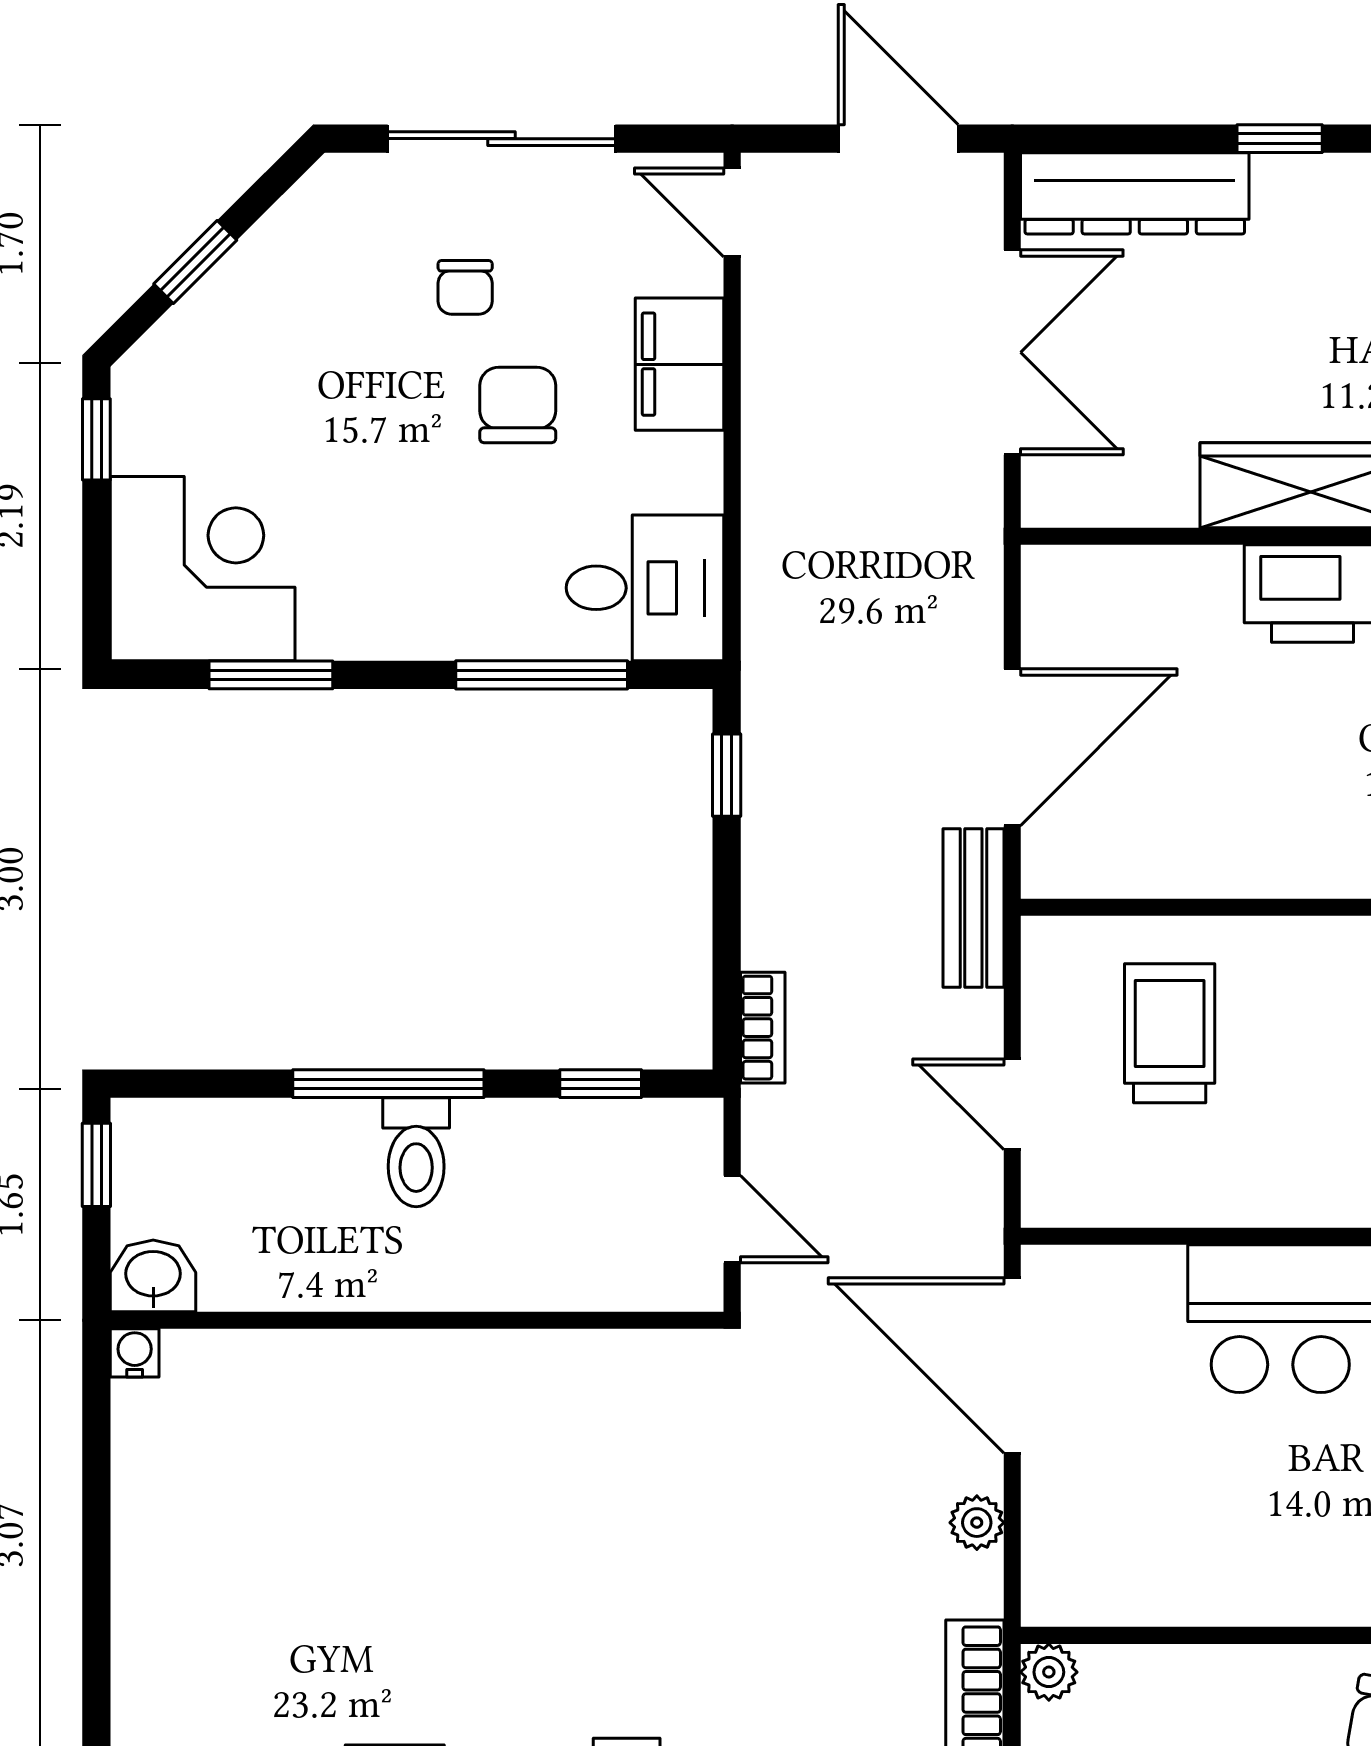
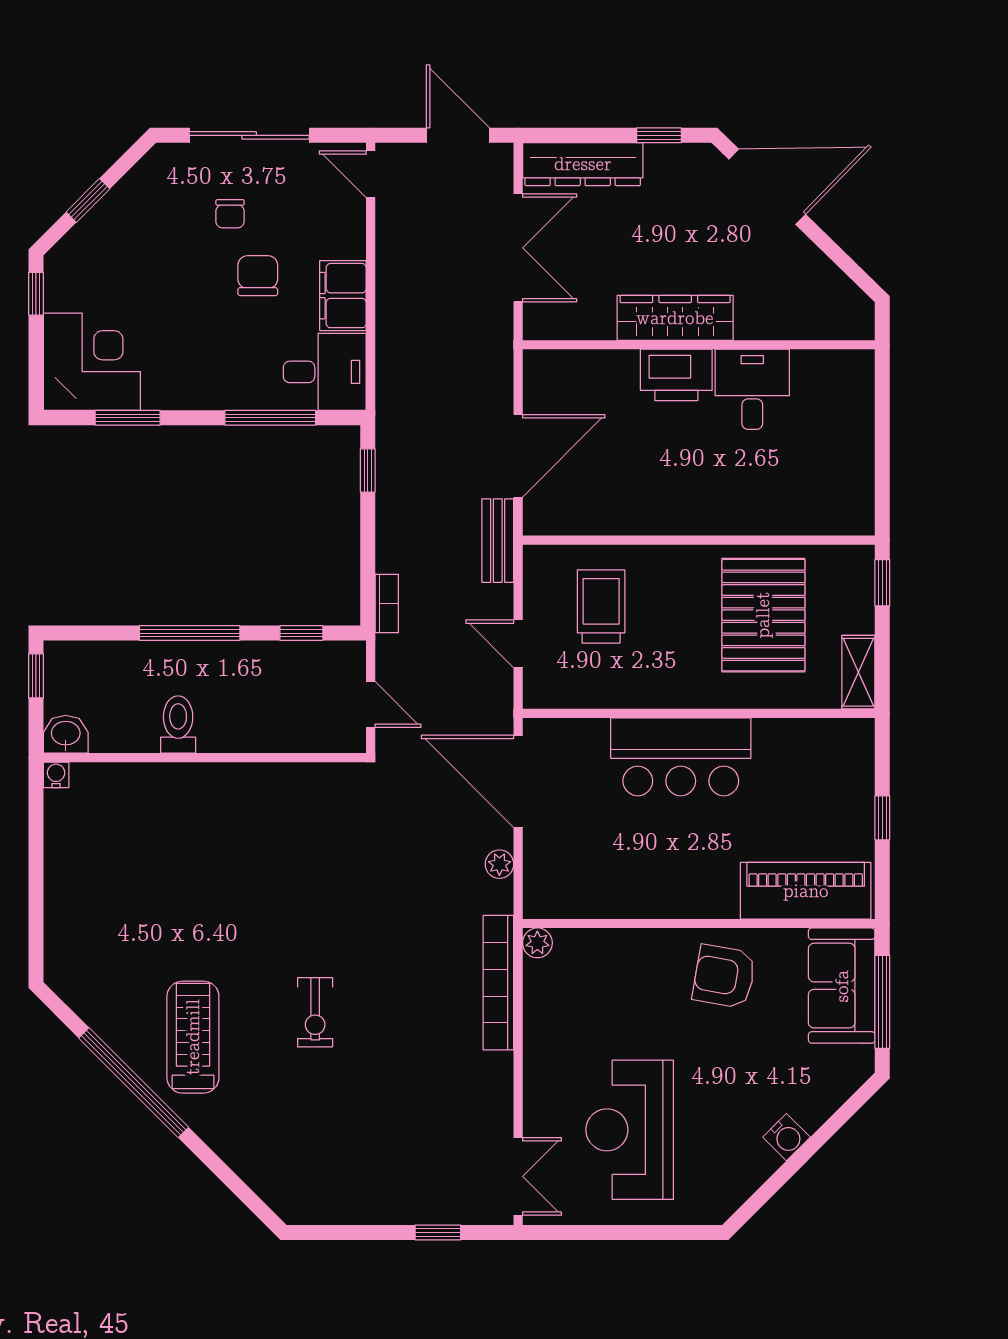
filing cabinet: (680, 364) -> (343, 296), moved
toilet: (416, 1152) -> (178, 725), moved, turned 180

